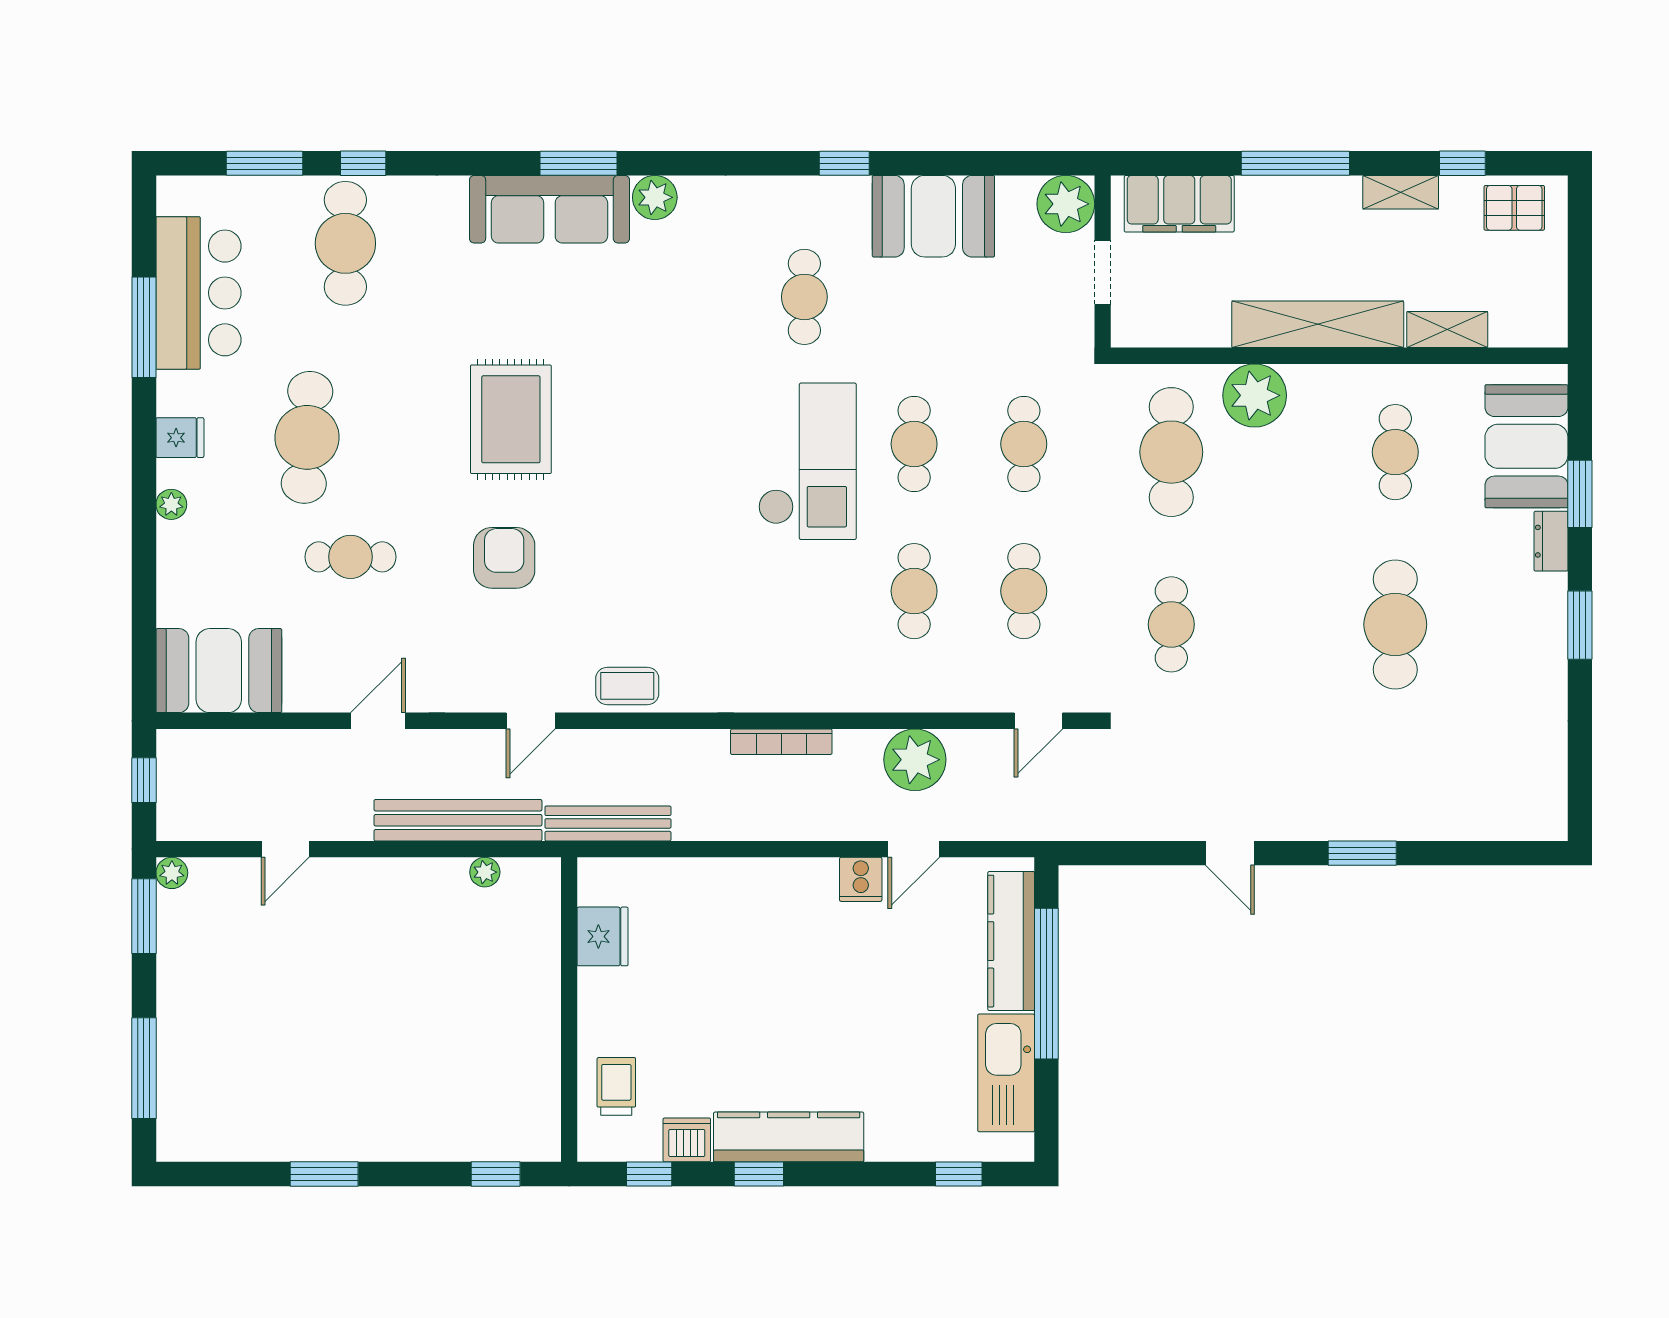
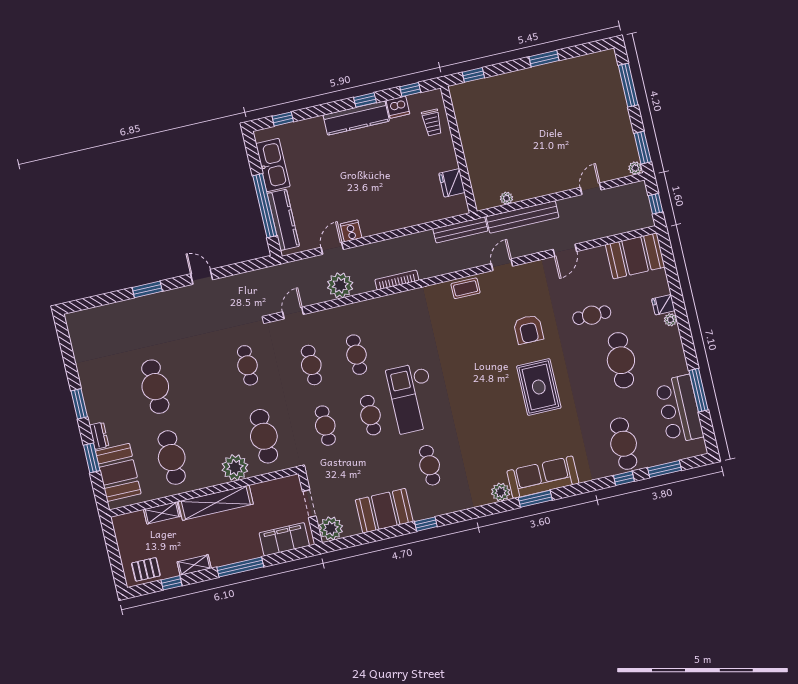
fridge: (180, 438) -> (663, 305), moved
cafe table: (1395, 452) -> (172, 458), width x1.37, depth x1.35

